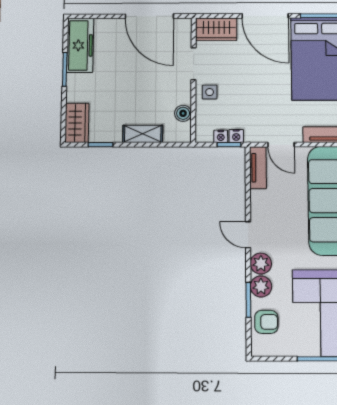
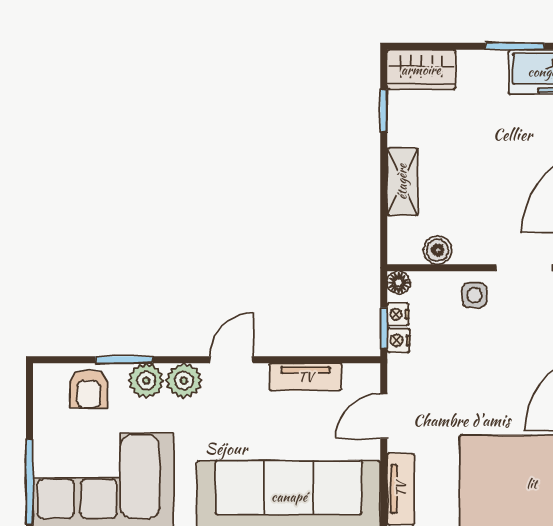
floor lamp: (202, 136) -> (399, 283), added
tv unit: (258, 168) -> (306, 377), moved

